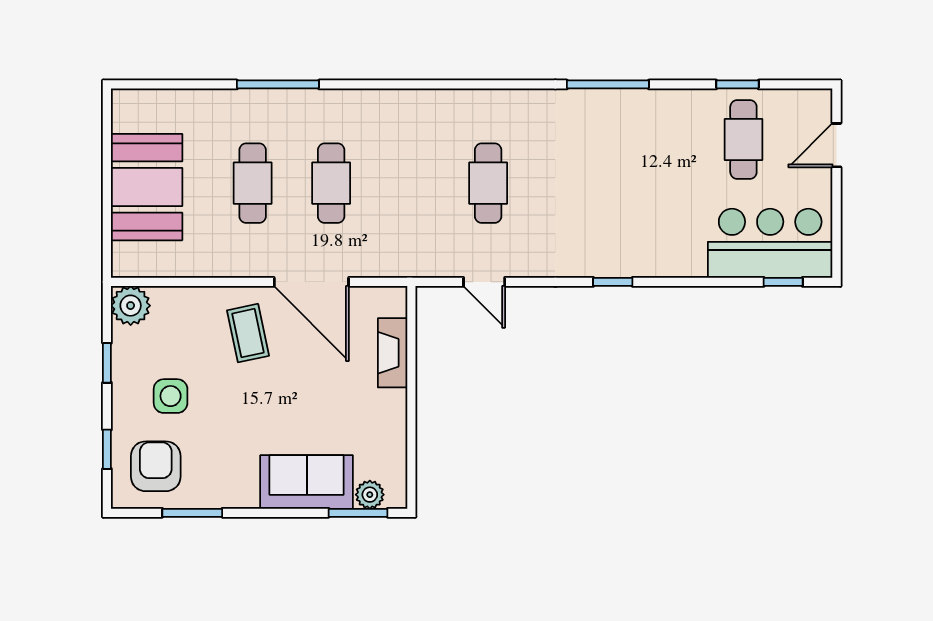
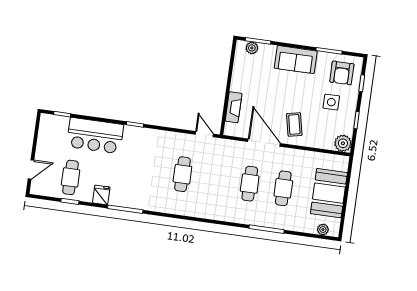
plant: (149, 102) -> (323, 230), added
fridge: (668, 109) -> (101, 195), added
bar counter: (770, 243) -> (95, 136), moved
door: (484, 282) -> (204, 134), moved
sofa: (307, 482) -> (296, 60), moved

